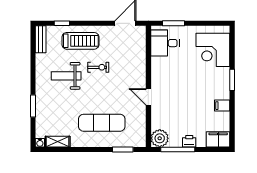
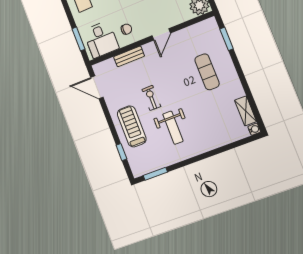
bench: (41, 39) -> (129, 56), moved
chair: (165, 69) -> (126, 29), added
window: (33, 106) -> (155, 174), moved
exercise mat: (102, 123) -> (207, 72), width x0.73, depth x0.69

